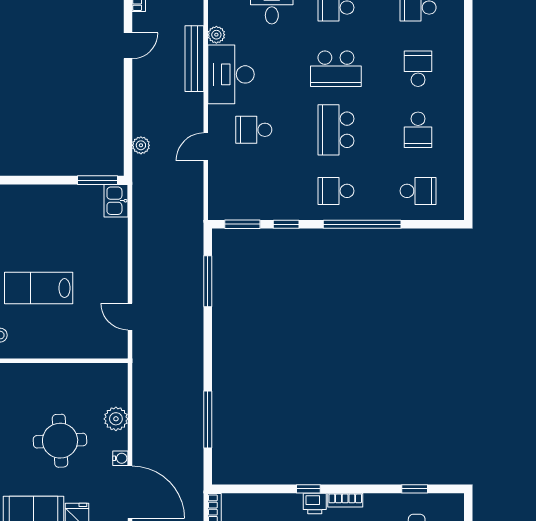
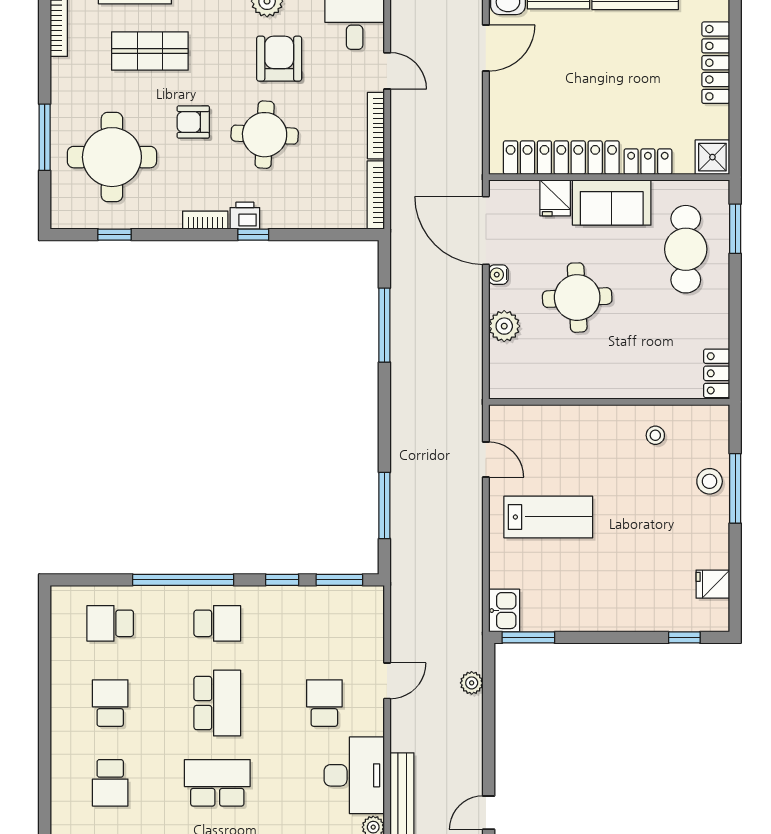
school desk: (254, 130) -> (324, 703), turned -90
lab bench: (39, 288) -> (548, 517), moved

